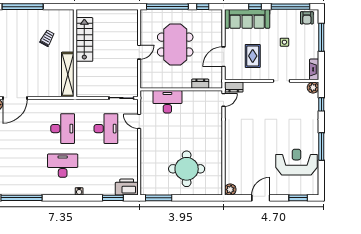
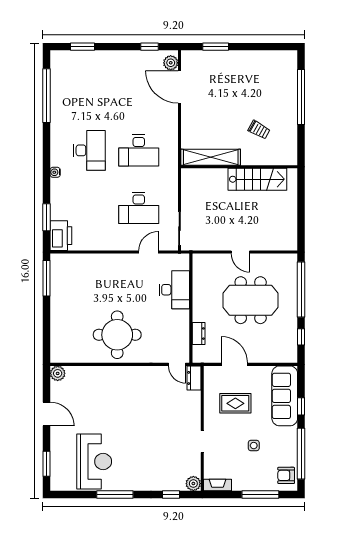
round table: (187, 169) -> (117, 335), moved

